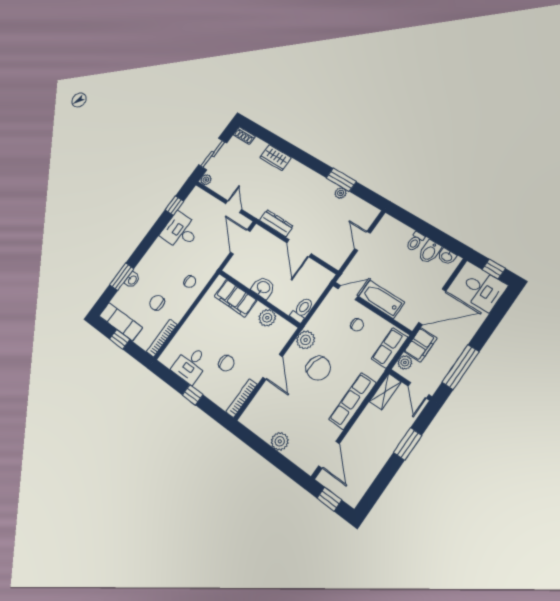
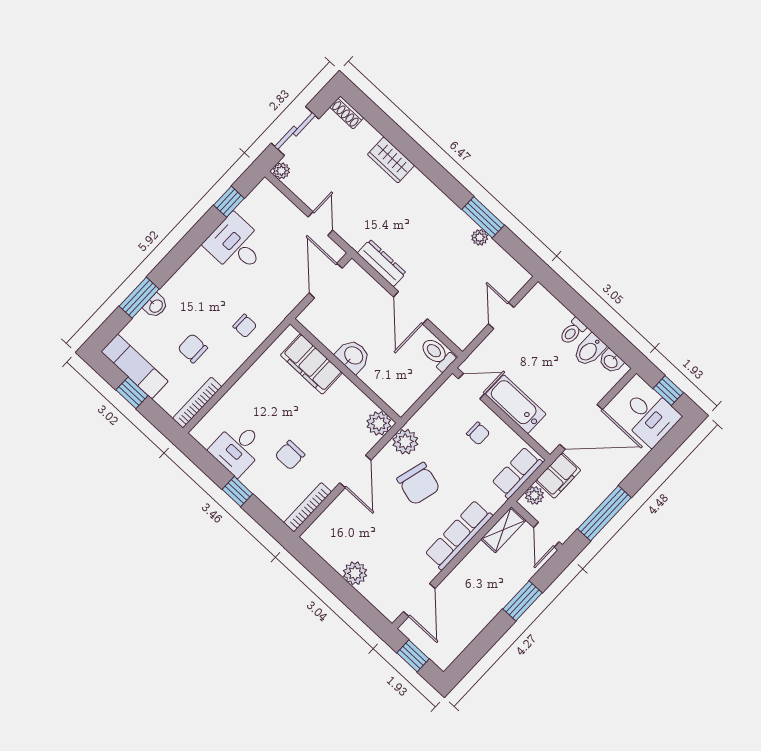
toilet: (302, 310) -> (437, 354), moved, turned -90
plant: (267, 318) -> (379, 423), moved
chair: (226, 363) -> (290, 455), turned 90

